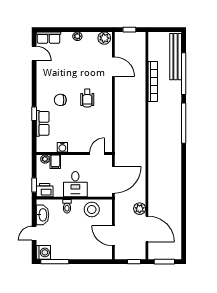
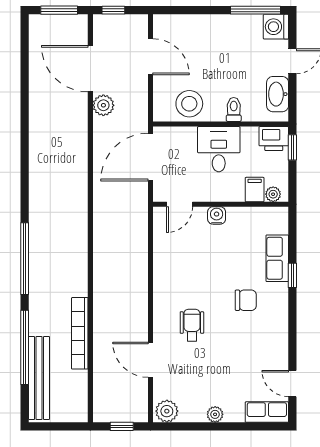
wheelchair: (87, 98) -> (192, 325), moved
water cooler: (62, 147) -> (217, 215), moved

